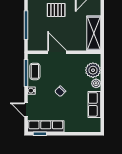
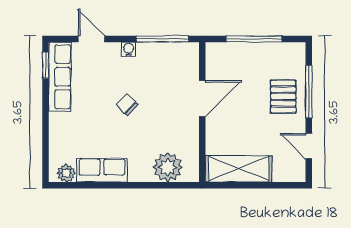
coffee table: (35, 71) -> (165, 56), removed
plant: (96, 83) -> (66, 173), moved
door: (26, 110) -> (92, 39), hinge flipped

